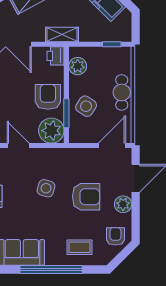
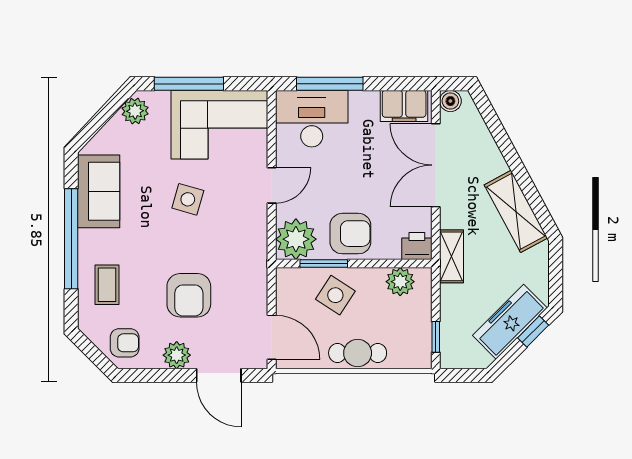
side table: (46, 188) -> (188, 199), moved

